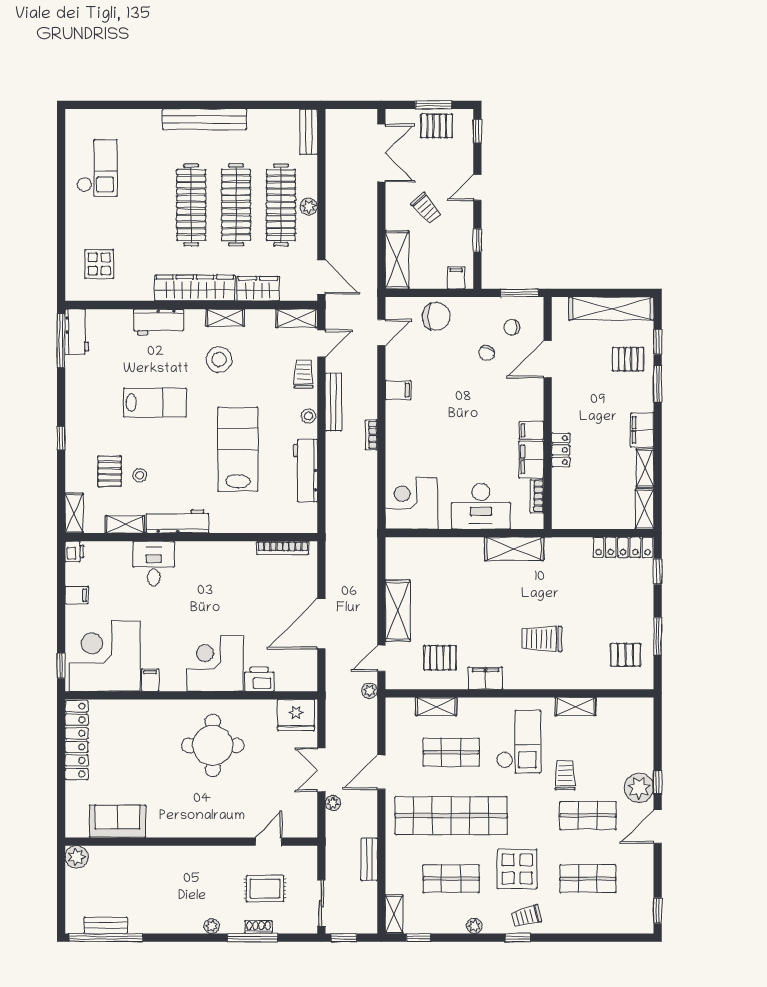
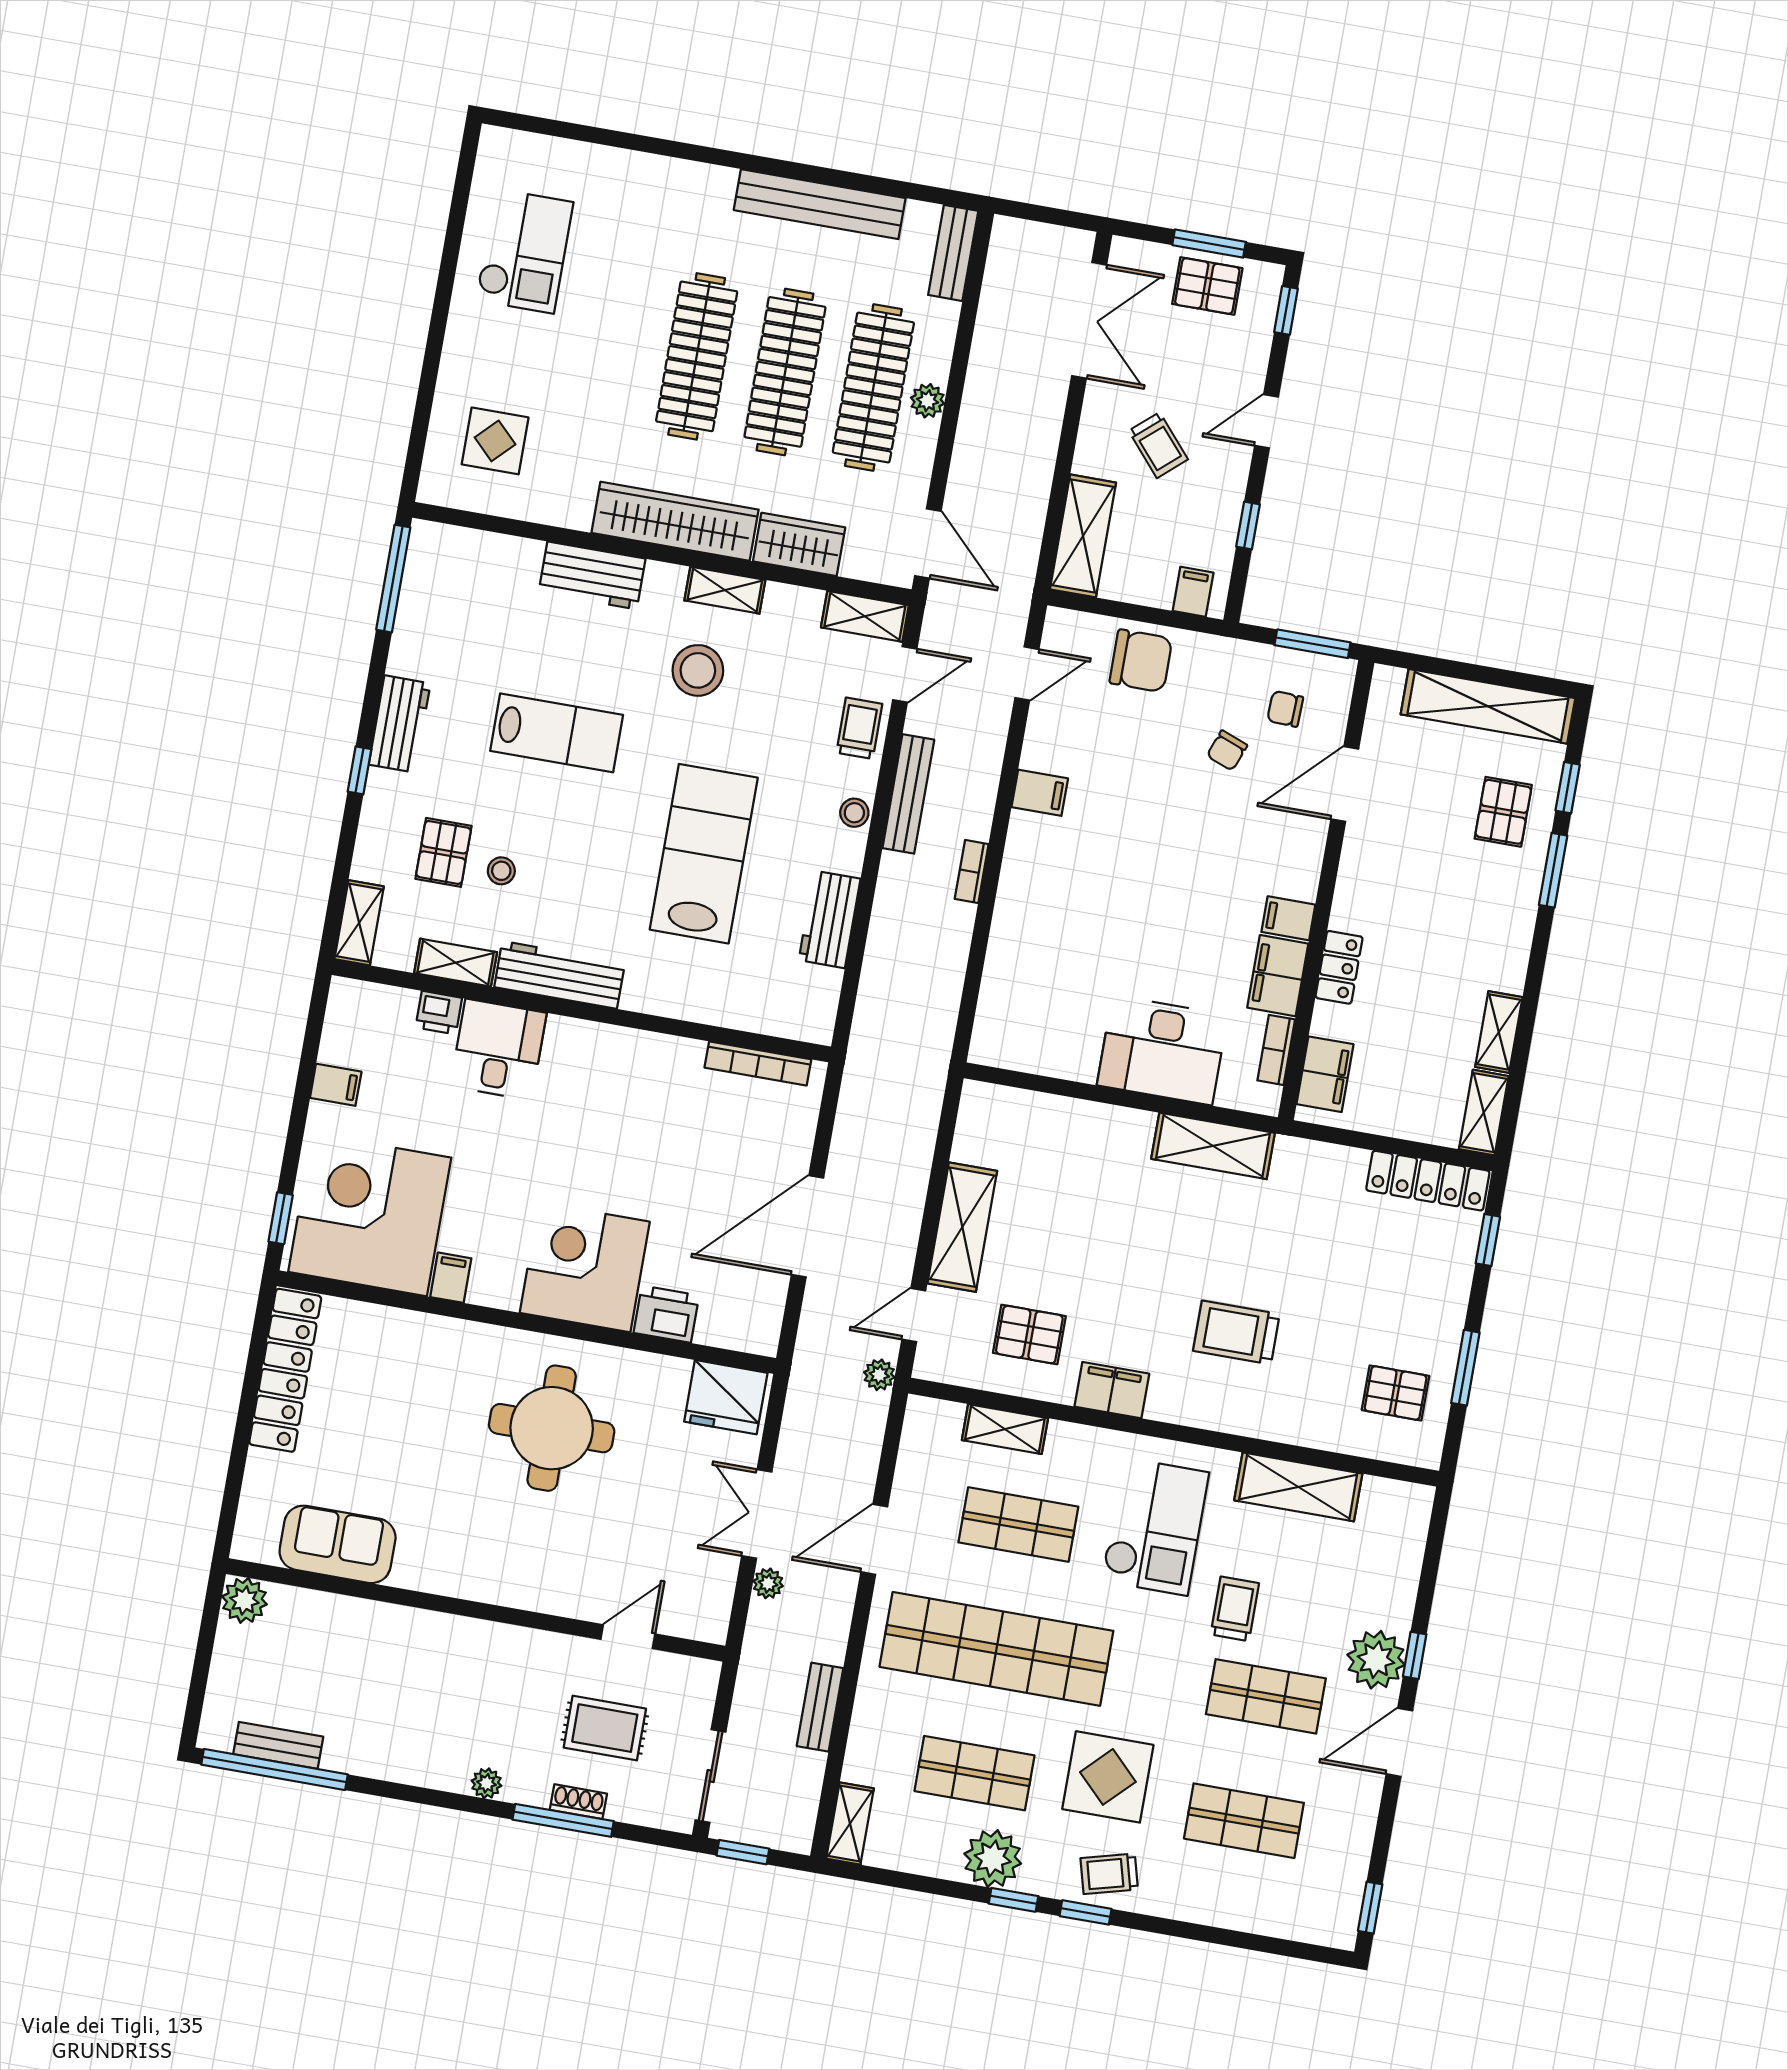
bench: (205, 119) -> (820, 204), moved
workbench: (77, 332) -> (400, 724), moved
pallet: (628, 359) -> (1503, 812), turned 90
filing cabinet: (642, 430) -> (1325, 1074), moved, turned 180
workbench: (306, 471) -> (830, 919), width x0.73
corner desk: (411, 503) -> (1027, 1020), removed
printer: (74, 551) -> (439, 1013), moved, turned 90
shelving: (576, 707) -> (1298, 1487), width x1.50, depth x1.33
plant: (474, 926) -> (993, 1859), width x1.88, depth x1.88
window: (419, 938) -> (1014, 1900), moved

